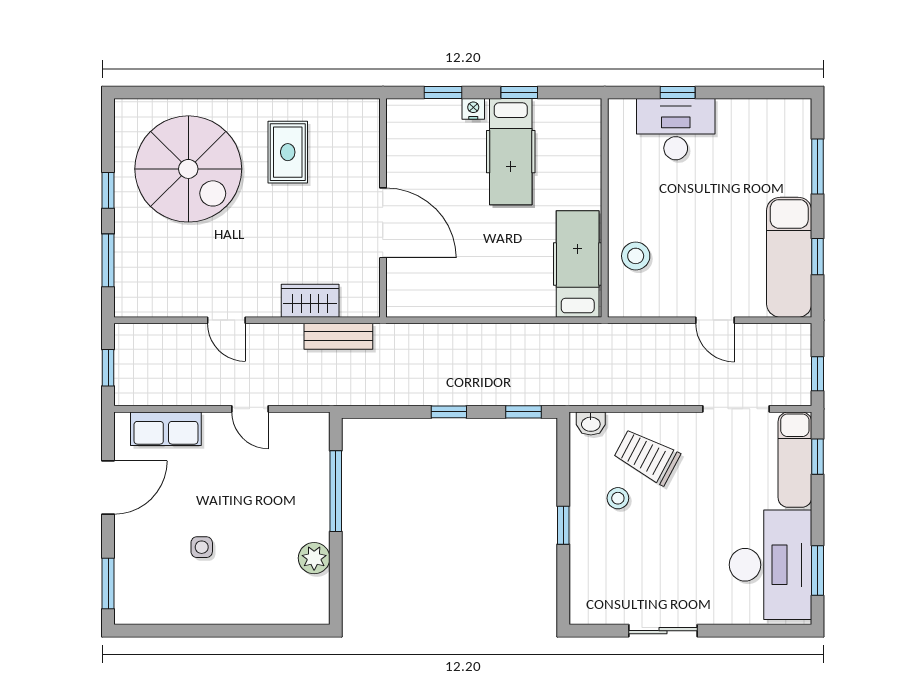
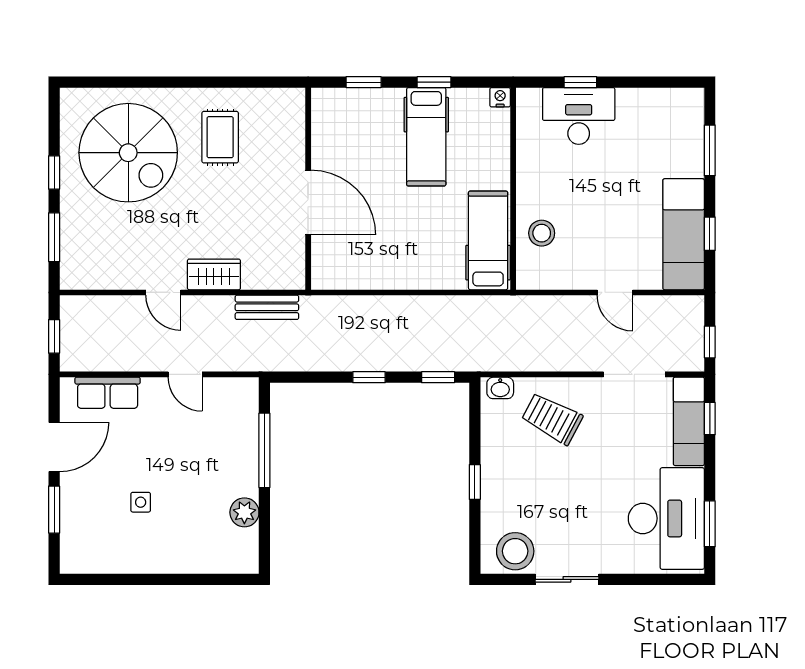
nightstand: (473, 109) -> (500, 97), moved
wardrobe: (310, 301) -> (214, 274), moved
stool: (618, 498) -> (515, 551), moved, width x1.89, depth x1.89
window: (108, 584) -> (54, 510), moved

